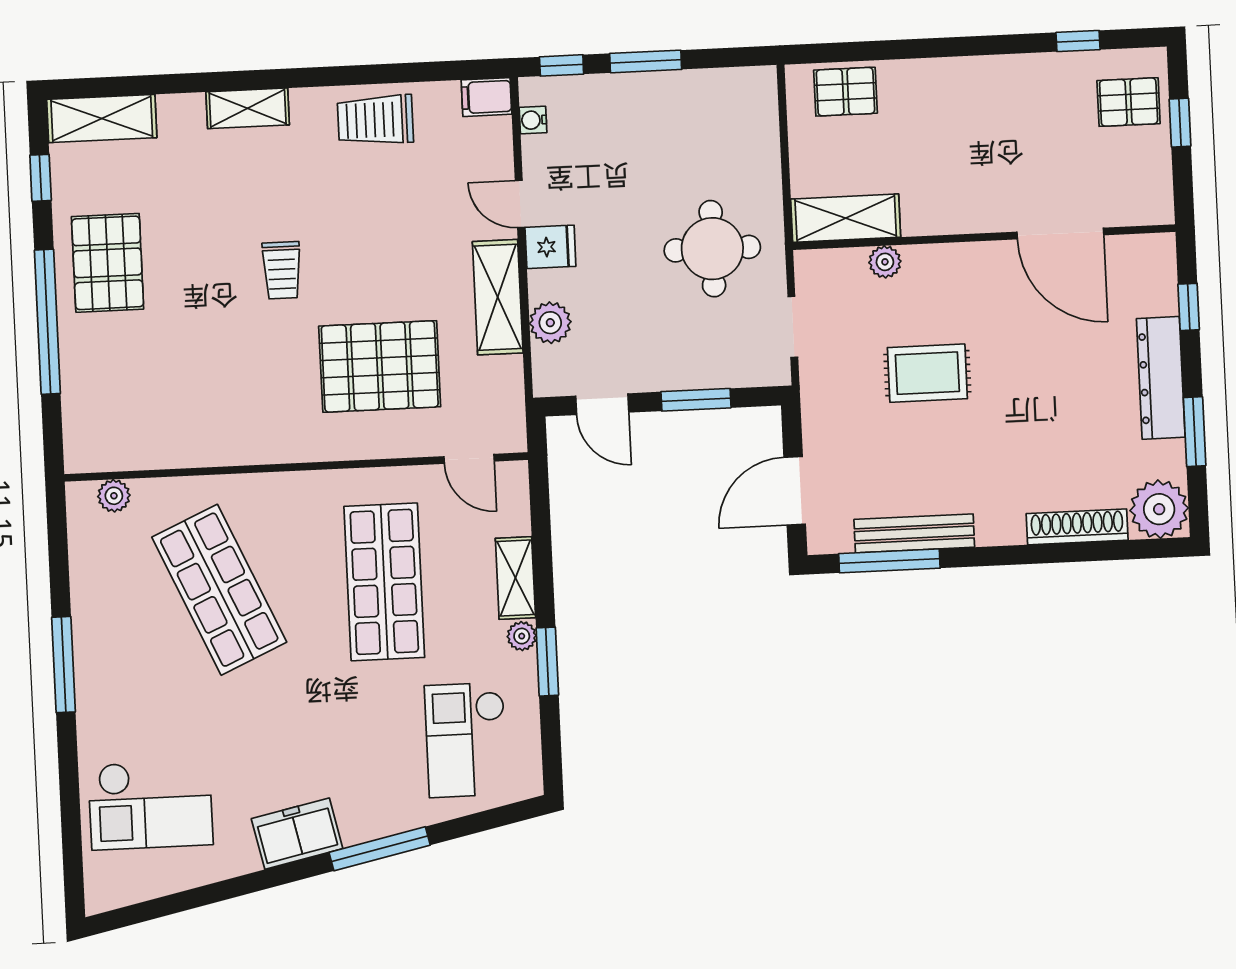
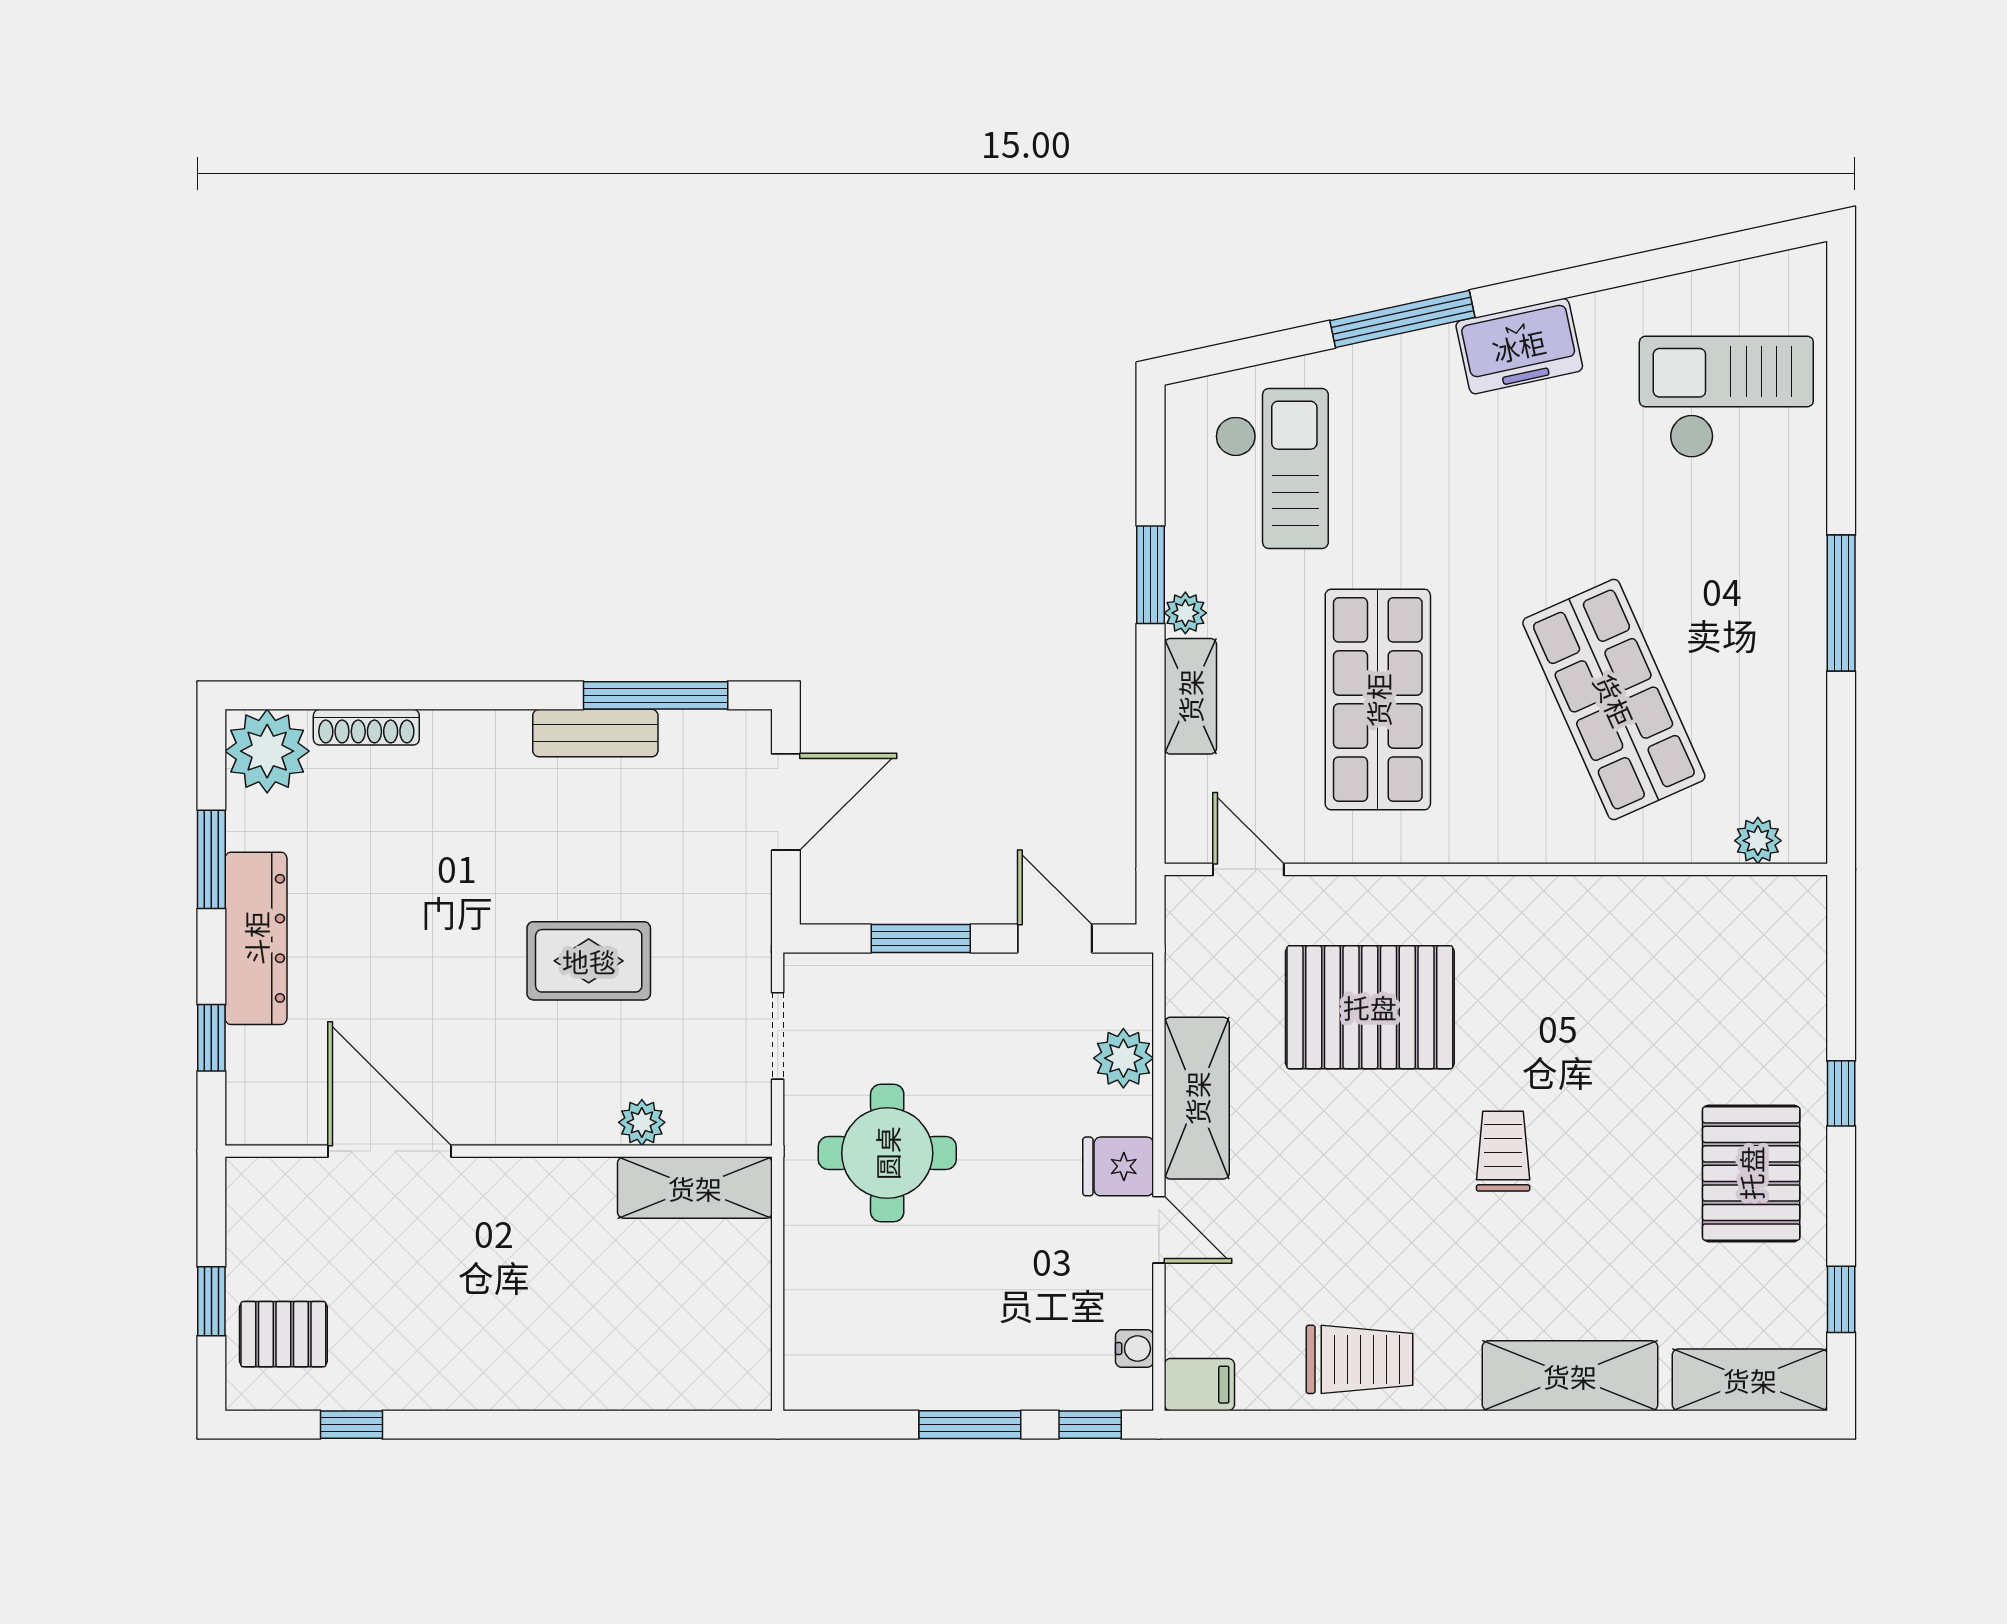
pallet: (845, 92) -> (687, 1368), removed
shelving: (248, 108) -> (1570, 1376), width x1.50, depth x1.33
window: (47, 322) -> (1841, 1093), width x0.32
shoe rack: (1077, 527) -> (366, 727), width x0.74, depth x0.81
bench: (914, 533) -> (595, 733), width x0.73

